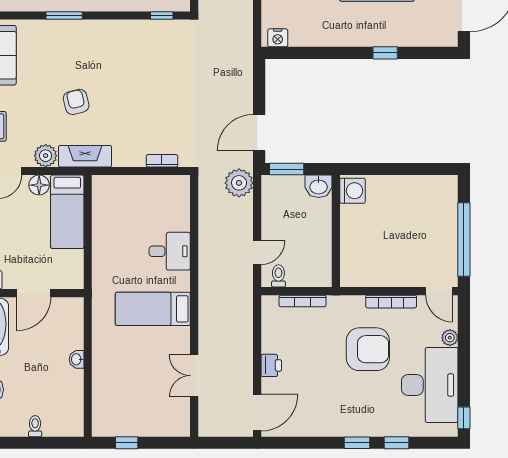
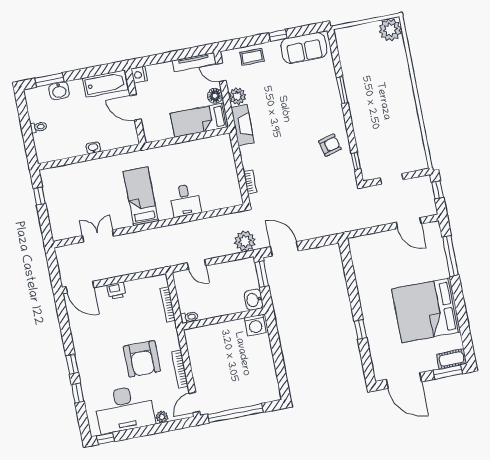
nightstand: (278, 38) -> (356, 249), removed
armchair: (76, 102) -> (330, 145), moved
toilet: (278, 276) -> (189, 317), moved

